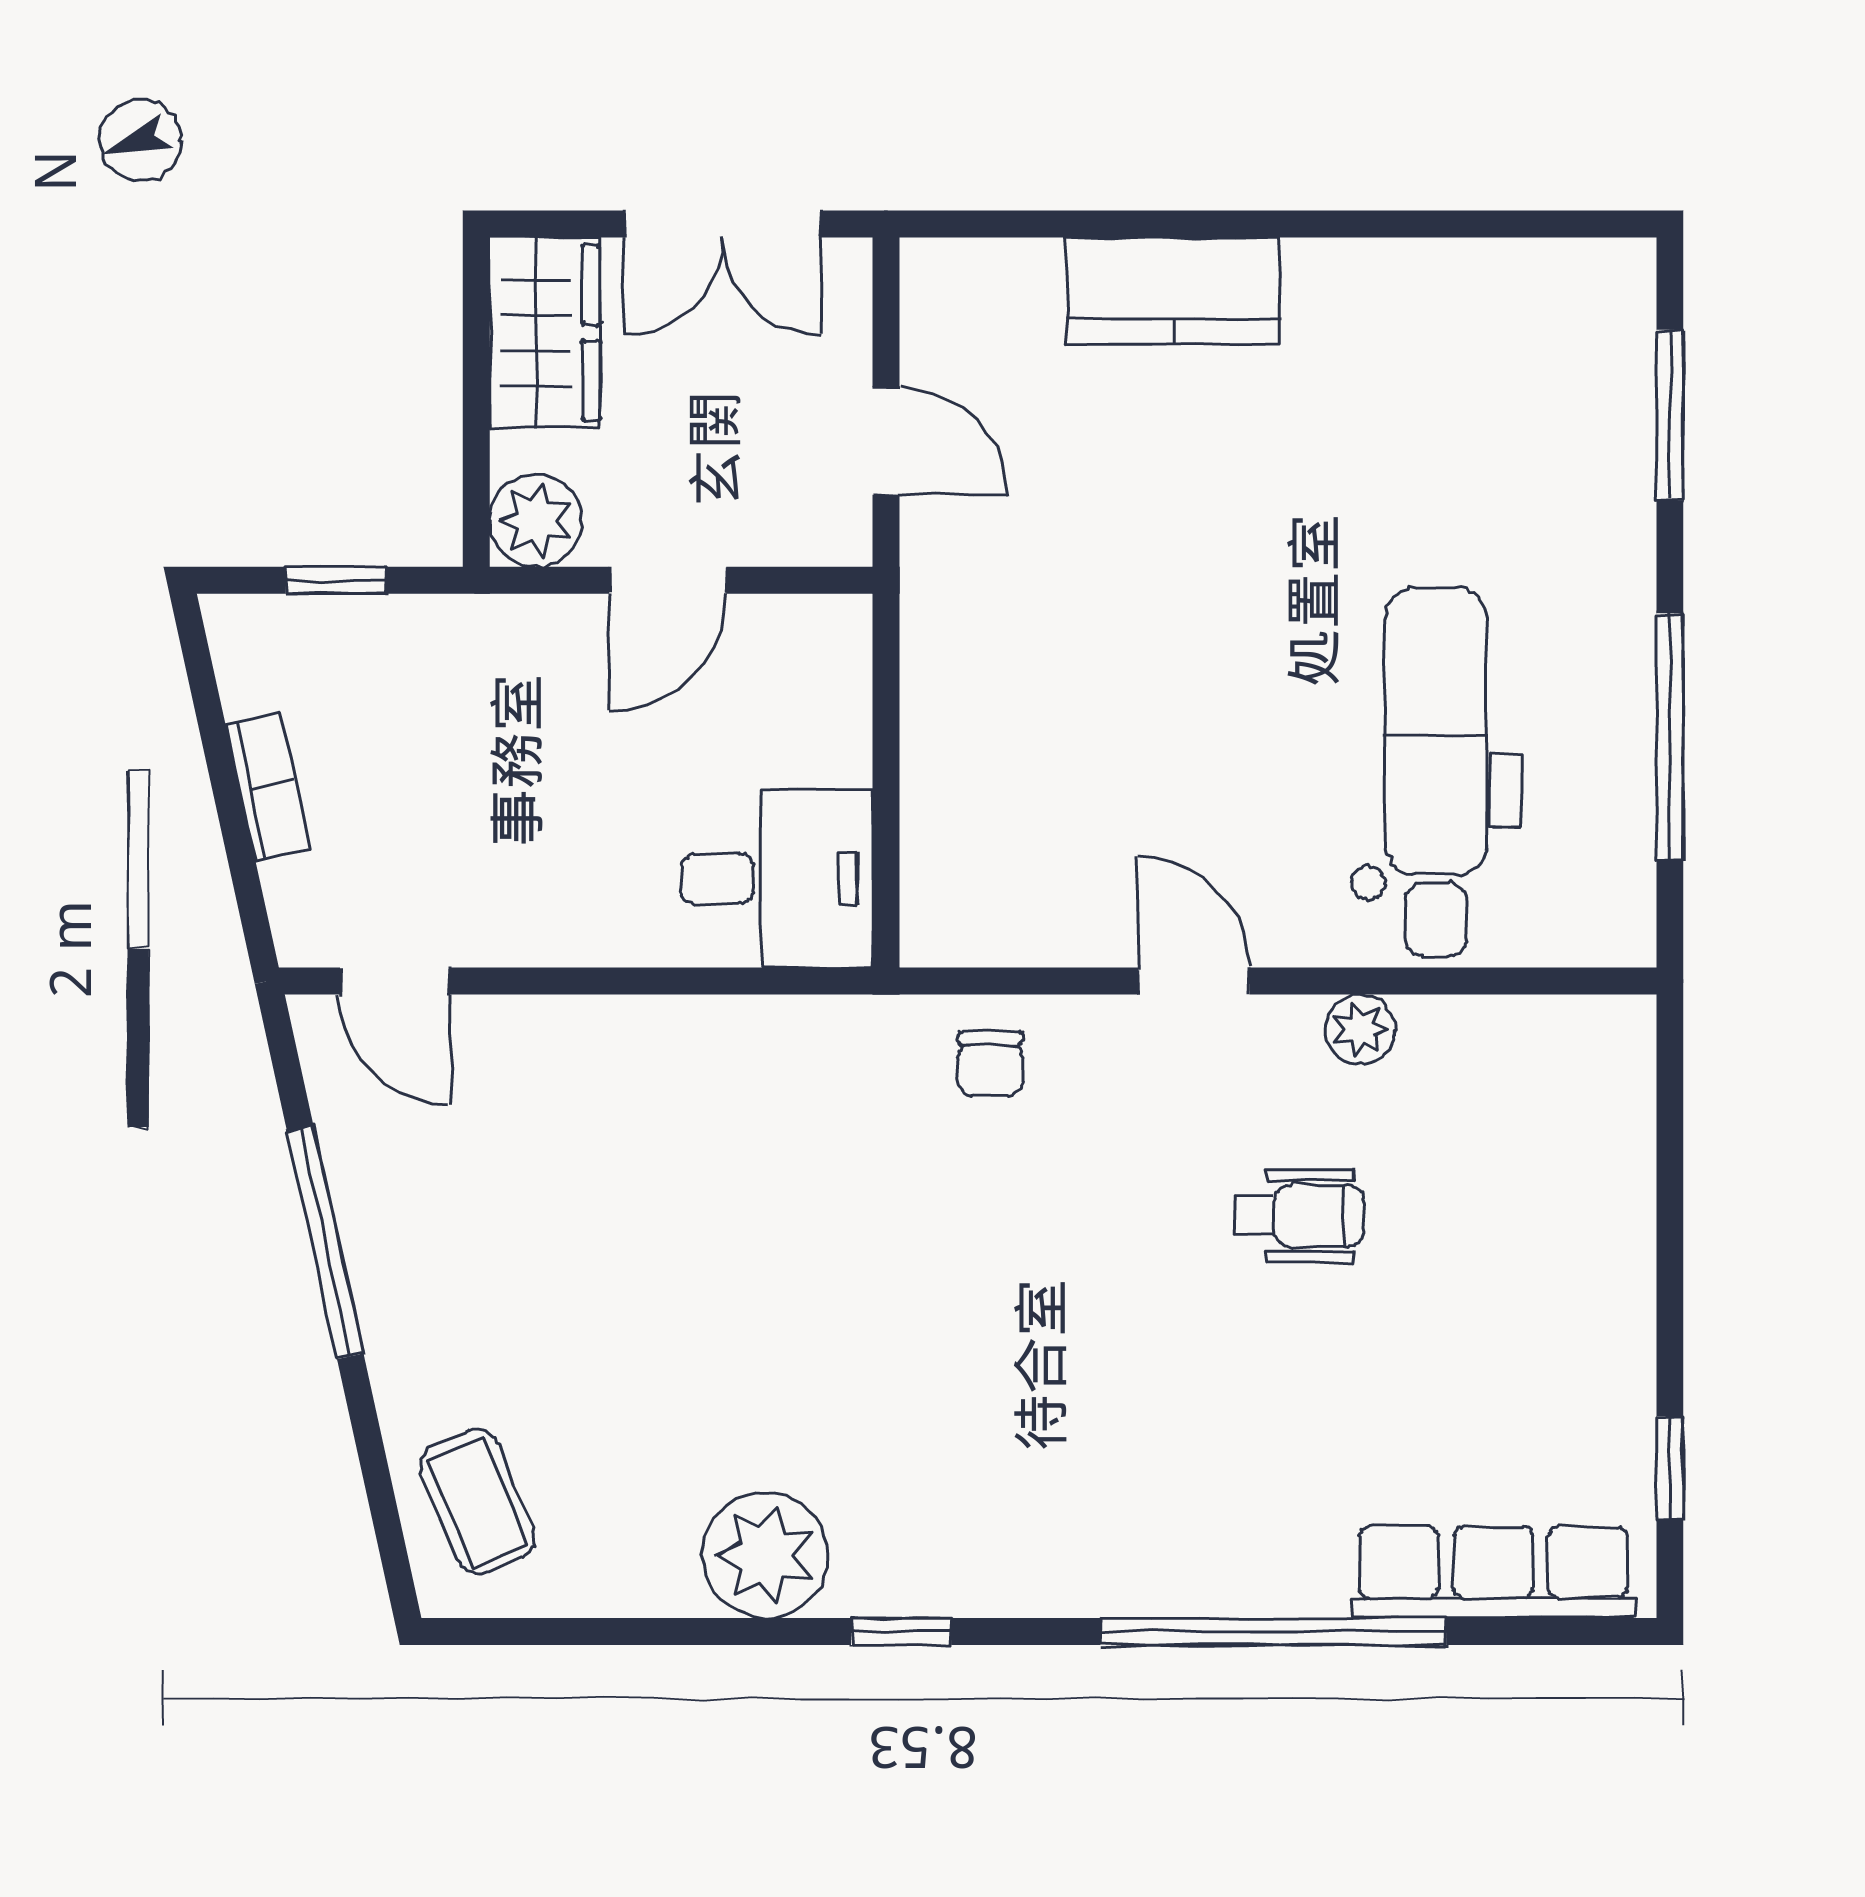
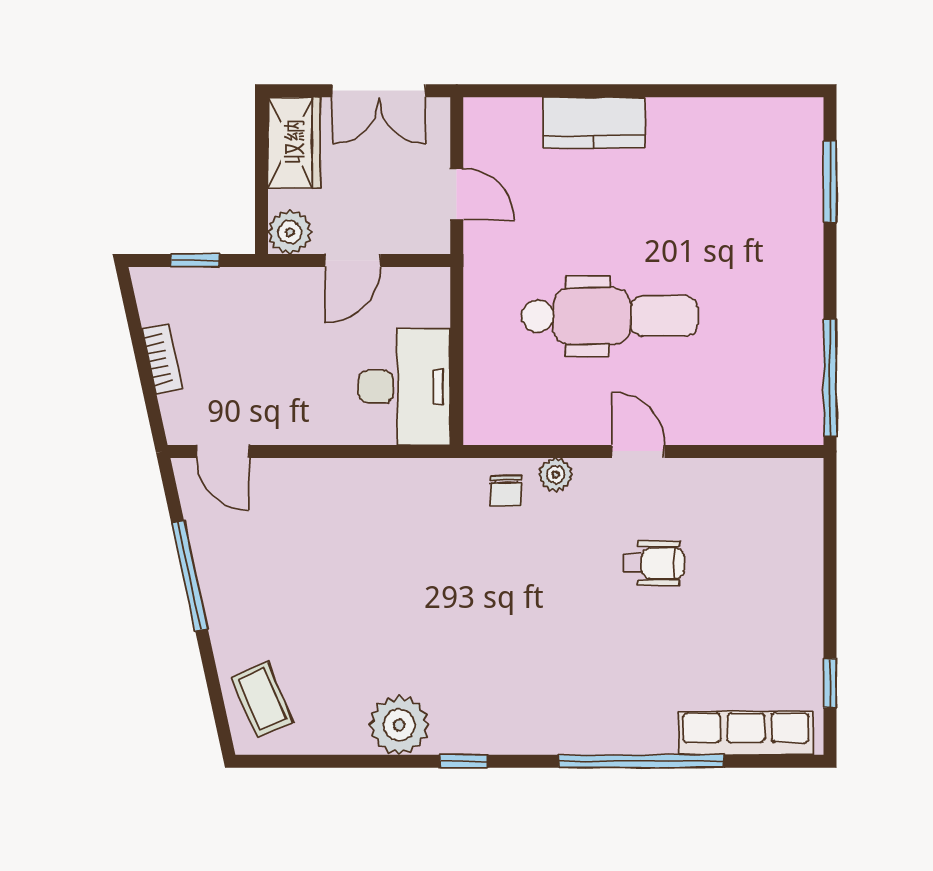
window: (1670, 737) -> (830, 378), moved
dental chair: (1436, 772) -> (610, 316), moved, turned 90
desk: (776, 879) -> (405, 387), width x1.37
door: (1194, 981) -> (638, 451), moved
plant: (1360, 1029) -> (556, 474), moved

